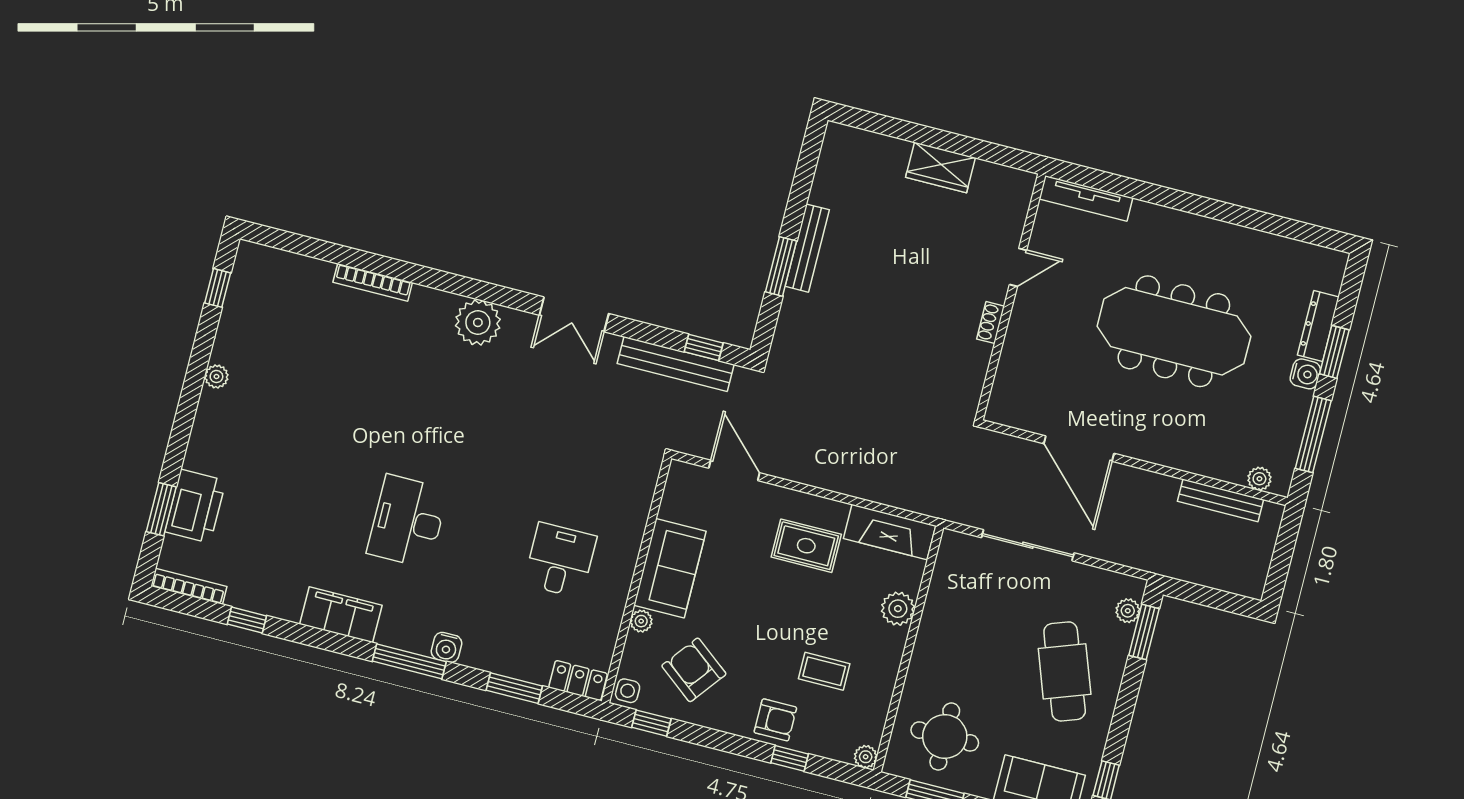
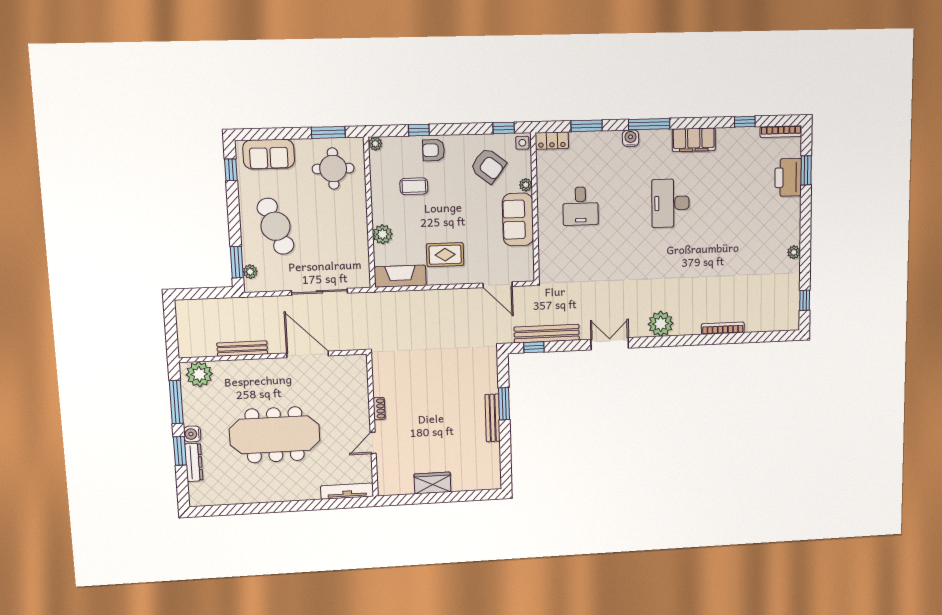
plant: (1259, 479) -> (199, 374), width x1.87, depth x1.87
bench: (1220, 500) -> (242, 349), moved
desk: (408, 521) -> (670, 203), turned 180

